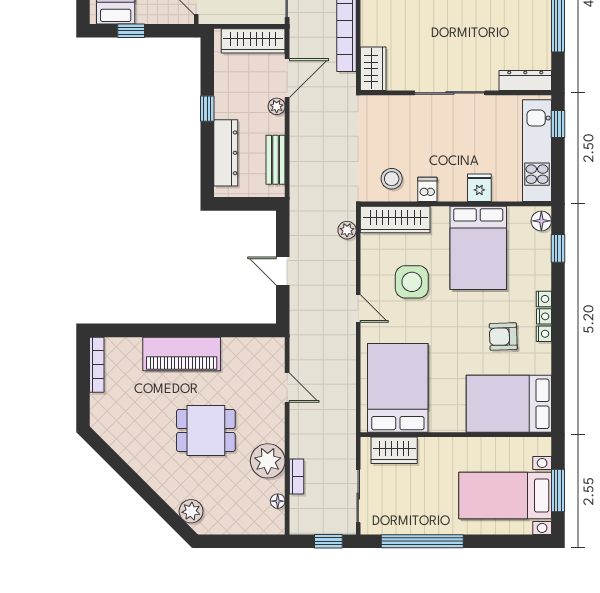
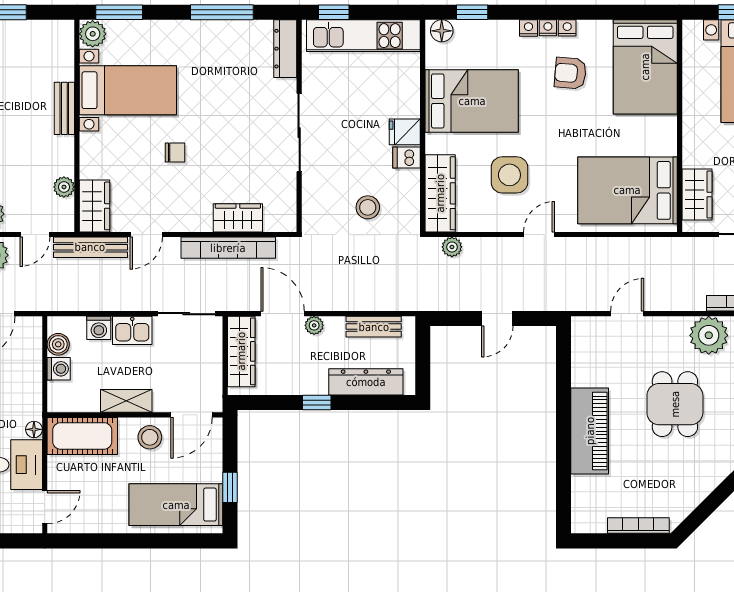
wardrobe: (373, 69) -> (238, 218), moved
stool: (392, 179) -> (368, 207), moved
fridge: (479, 188) -> (405, 132), moved
armchair: (503, 337) -> (570, 73), turned 97
bookcase: (97, 365) -> (638, 526), moved

